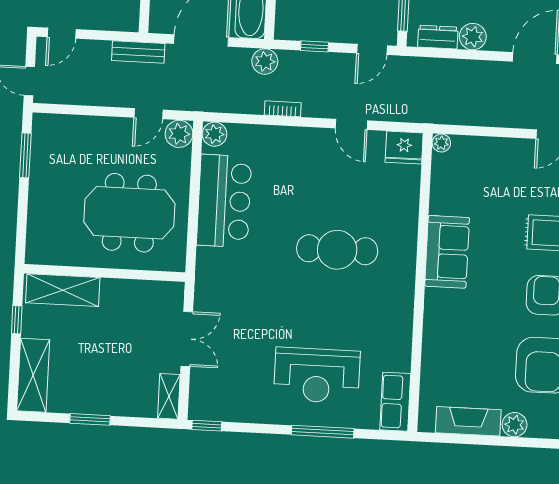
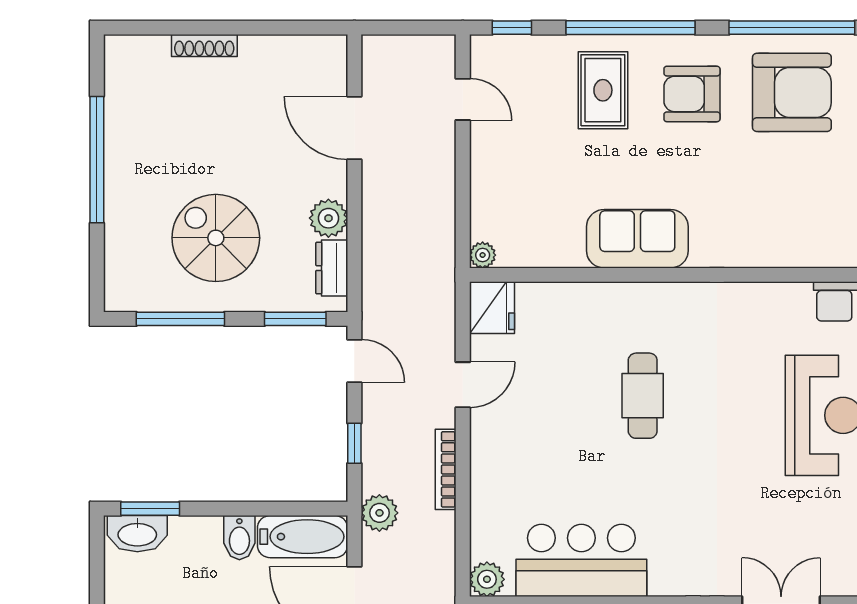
bookcase: (283, 109) -> (446, 469), width x1.56
cafe table: (337, 250) -> (643, 396), width x0.73, depth x0.74

